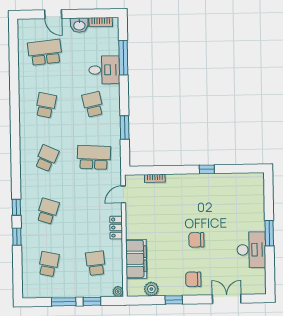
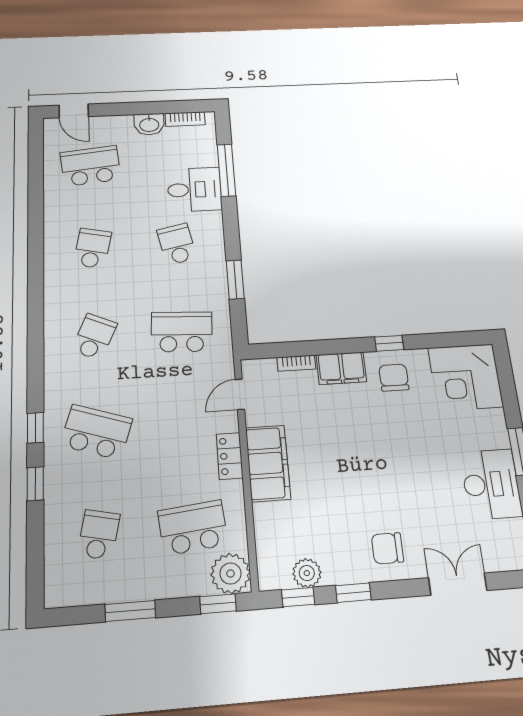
door: (53, 14) -> (74, 111), moved
filing cabinet: (179, 182) -> (341, 368), added
corner desk: (246, 191) -> (465, 377), added
school desk: (48, 211) -> (96, 432), width x1.85
chair: (196, 240) -> (394, 378), moved, turned 90
filing cabinet: (136, 259) -> (268, 463), moved
school desk: (96, 263) -> (193, 528), width x1.85
plant: (118, 291) -> (230, 573), width x1.88, depth x1.88
window: (146, 300) -> (298, 597), added
window: (92, 301) -> (218, 604), moved

